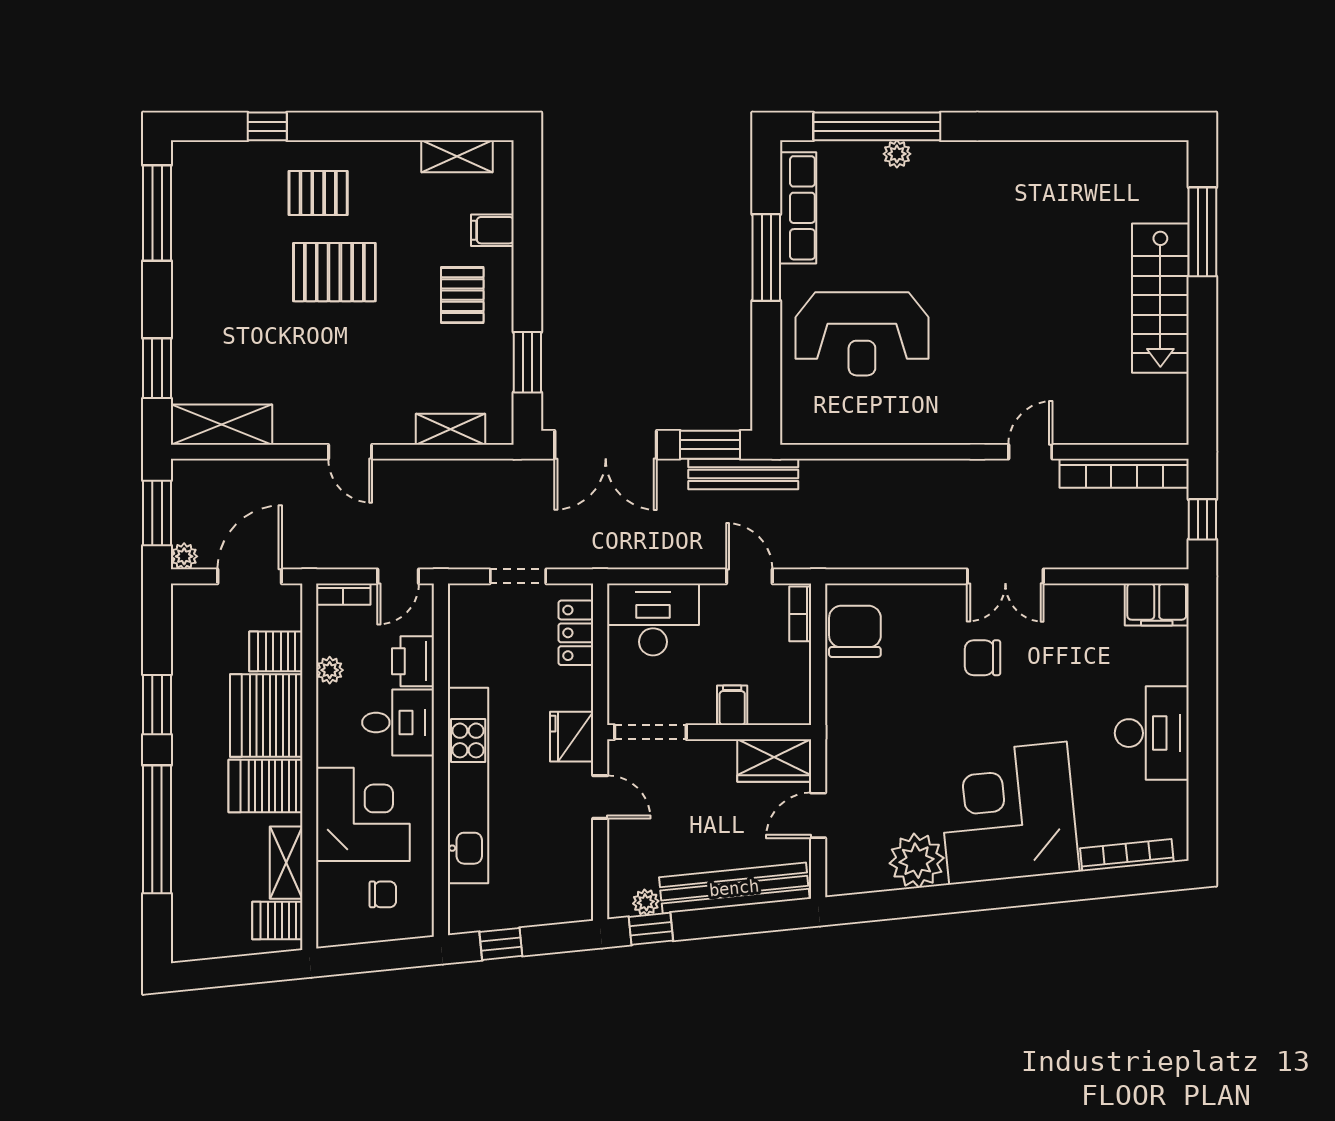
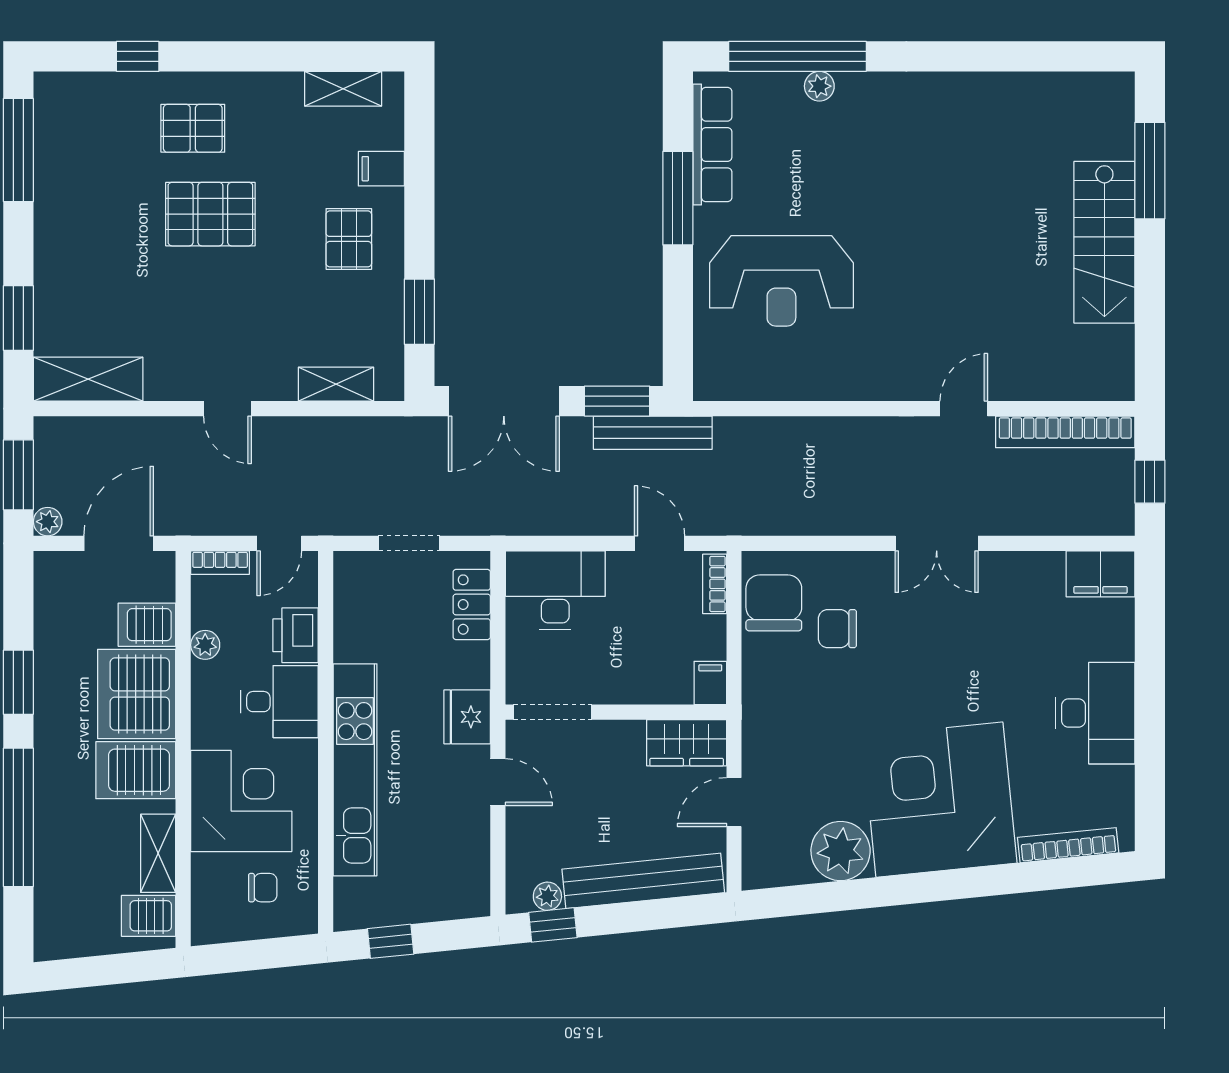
chair: (982, 658) -> (837, 629), moved
filing cabinet: (732, 705) -> (710, 683), moved

